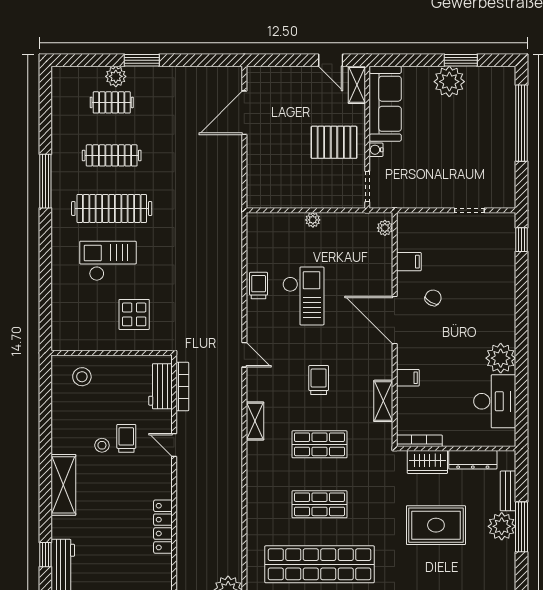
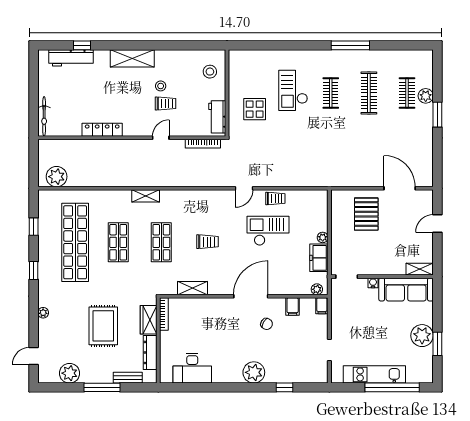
door: (331, 60) -> (437, 223), moved
pallet: (334, 142) -> (366, 214), moved
kitchen unit: (503, 148) -> (374, 374), added
clothes rail: (112, 208) -> (331, 93), width x0.54, depth x0.76
freezer: (341, 225) -> (319, 258), added
window: (521, 240) -> (284, 387), moved
checkout: (108, 261) -> (293, 90), turned 180
checkout: (303, 296) -> (268, 231), turned 180
door: (244, 355) -> (244, 188), moved
plant: (501, 358) -> (254, 372), moved
filing cabinet: (408, 378) -> (322, 306), moved
workbench: (160, 386) -> (217, 117), moved, turned -90
shelving: (255, 421) -> (146, 196), moved
plant: (502, 526) -> (70, 373), moved

